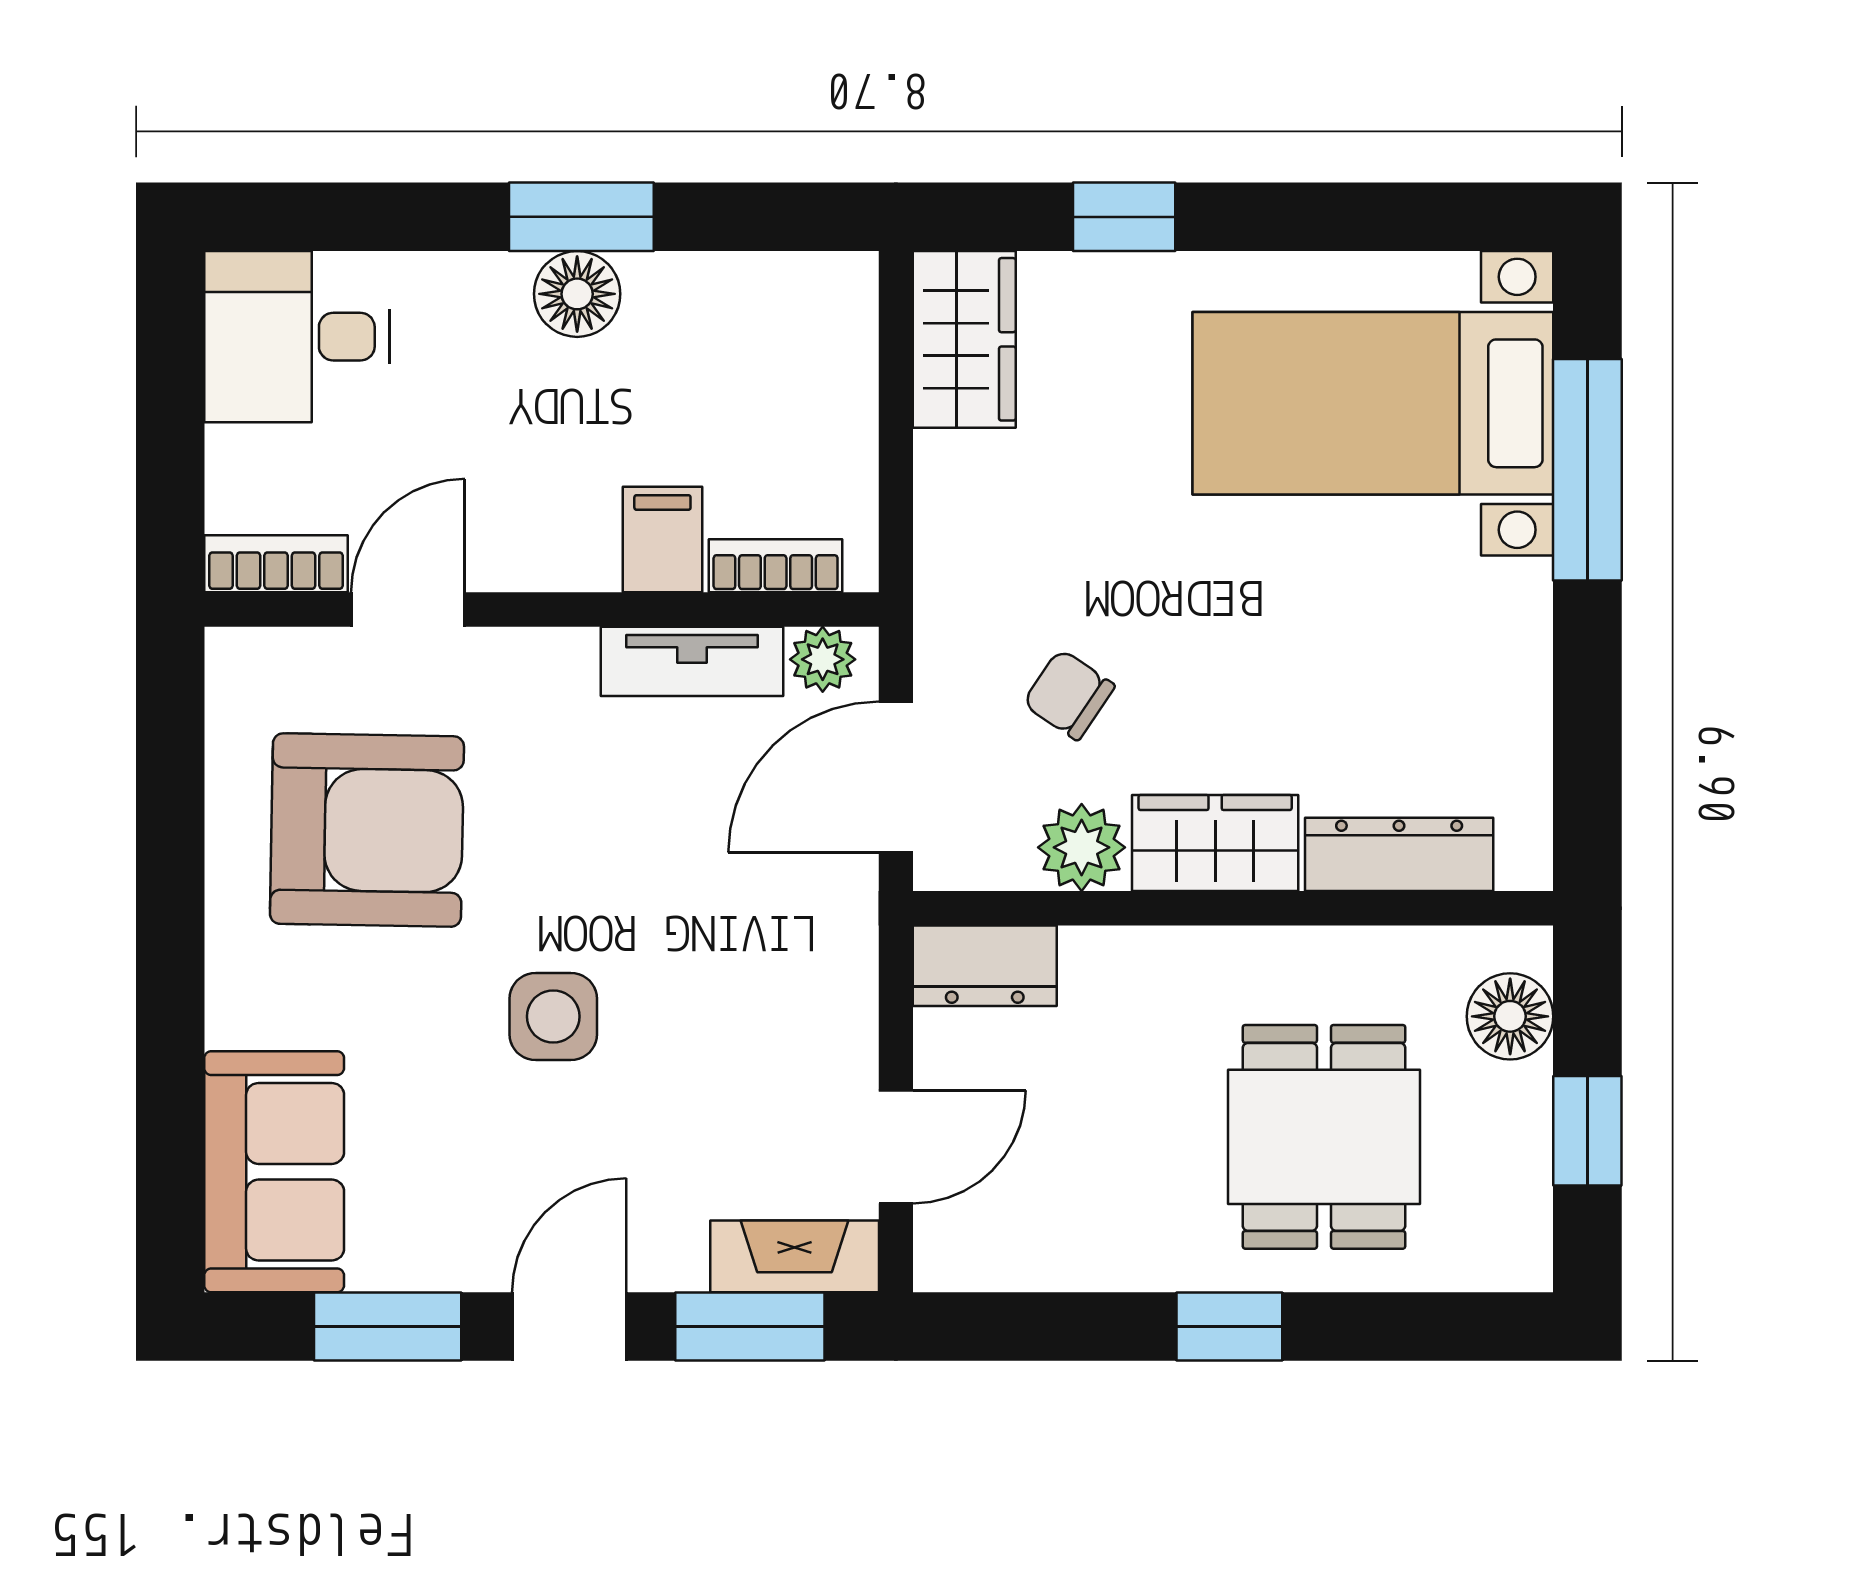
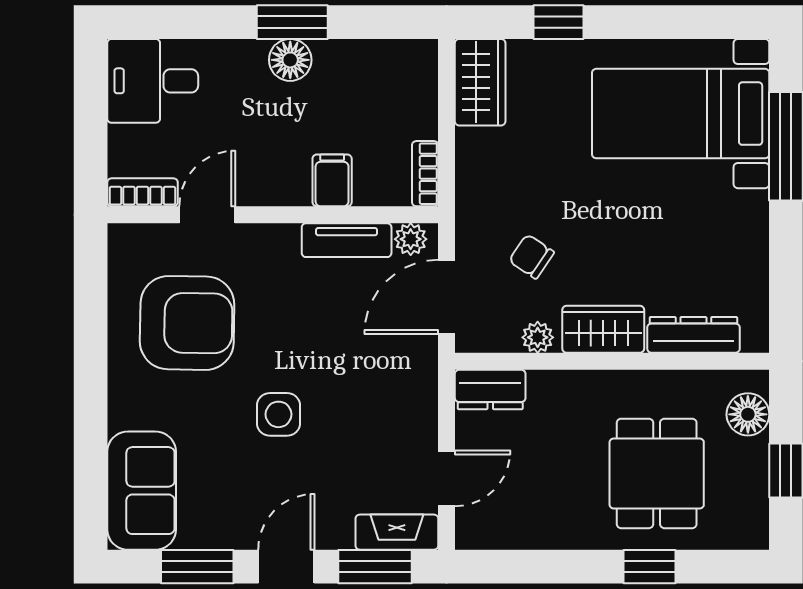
bookcase: (776, 566) -> (425, 174), moved, turned -90
plant: (1082, 847) -> (538, 337), width x0.73, depth x0.73
window: (1229, 1327) -> (649, 567), moved

